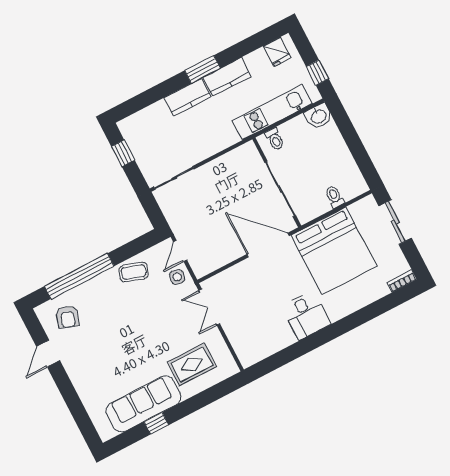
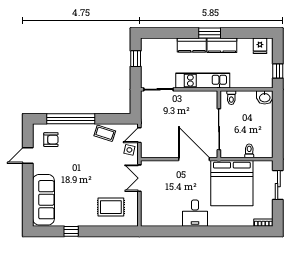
kitchen unit: (272, 112) -> (203, 81), moved
armchair: (67, 317) -> (51, 140), turned -108
sofa: (144, 404) -> (44, 200), moved, turned 90

